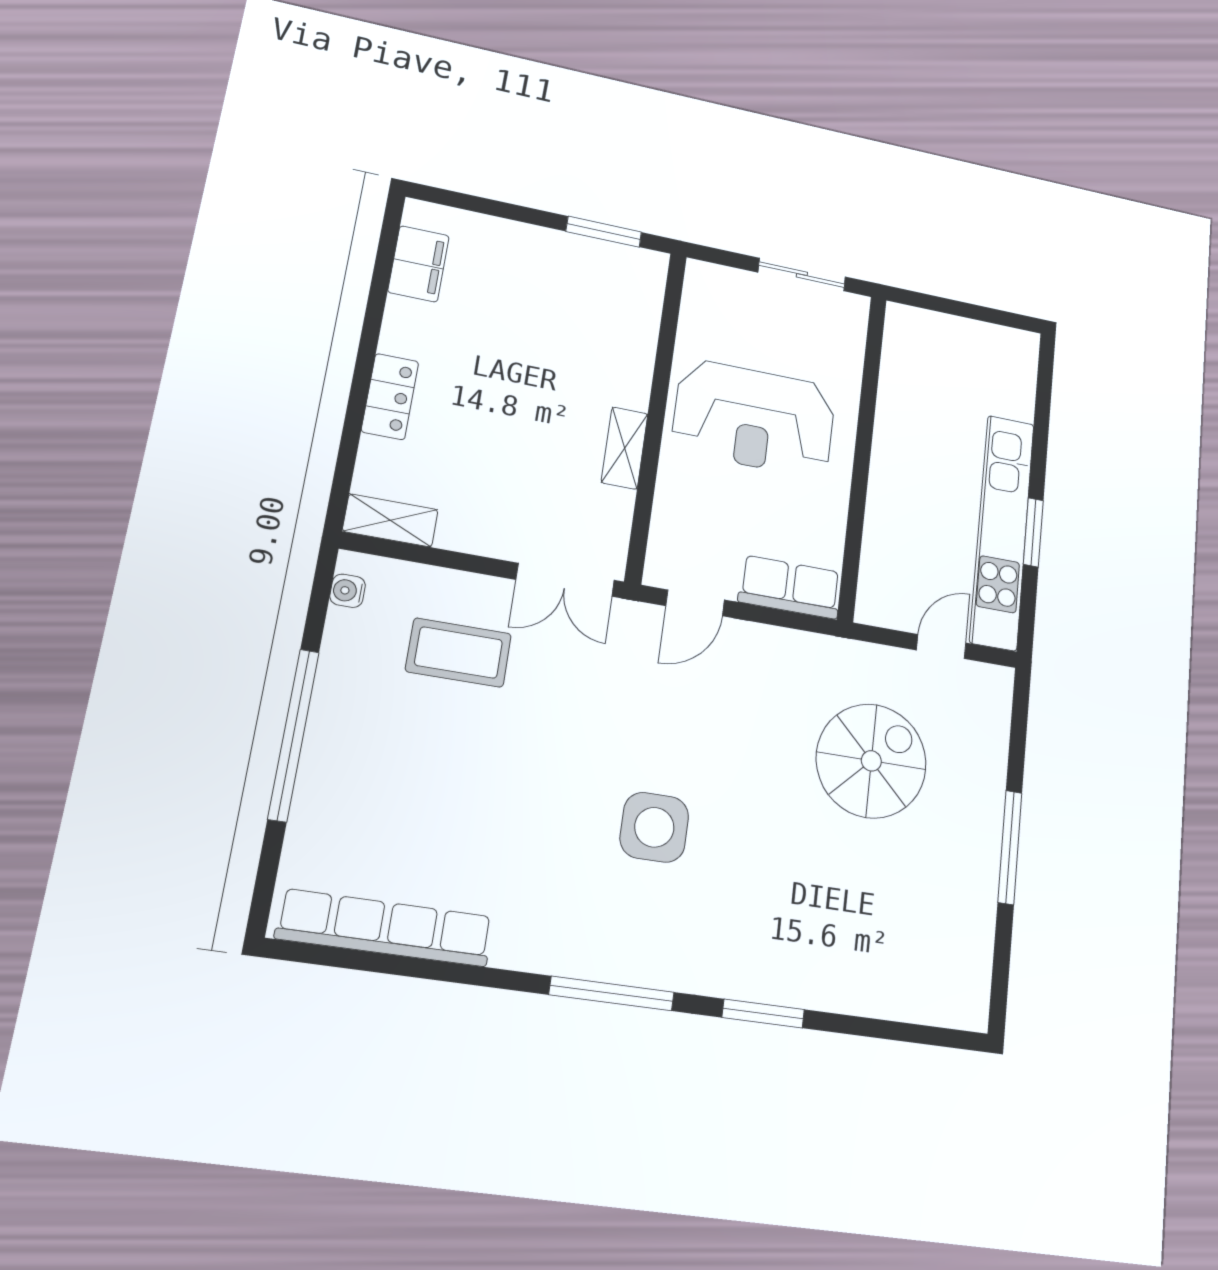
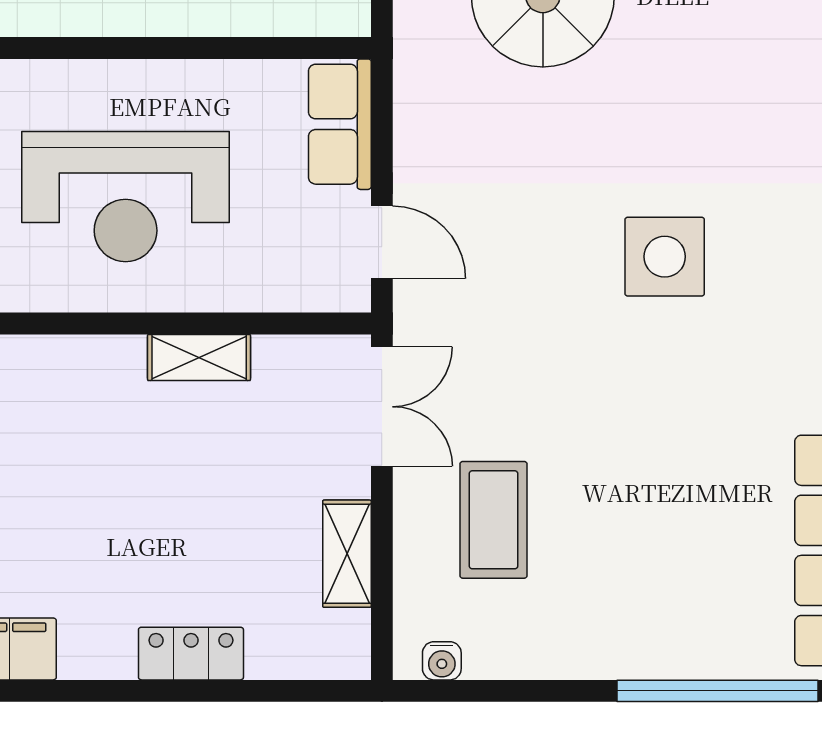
reception desk: (754, 418) -> (126, 197), turned 90
shelving: (390, 520) -> (347, 554), moved
window: (294, 735) -> (718, 691), moved

